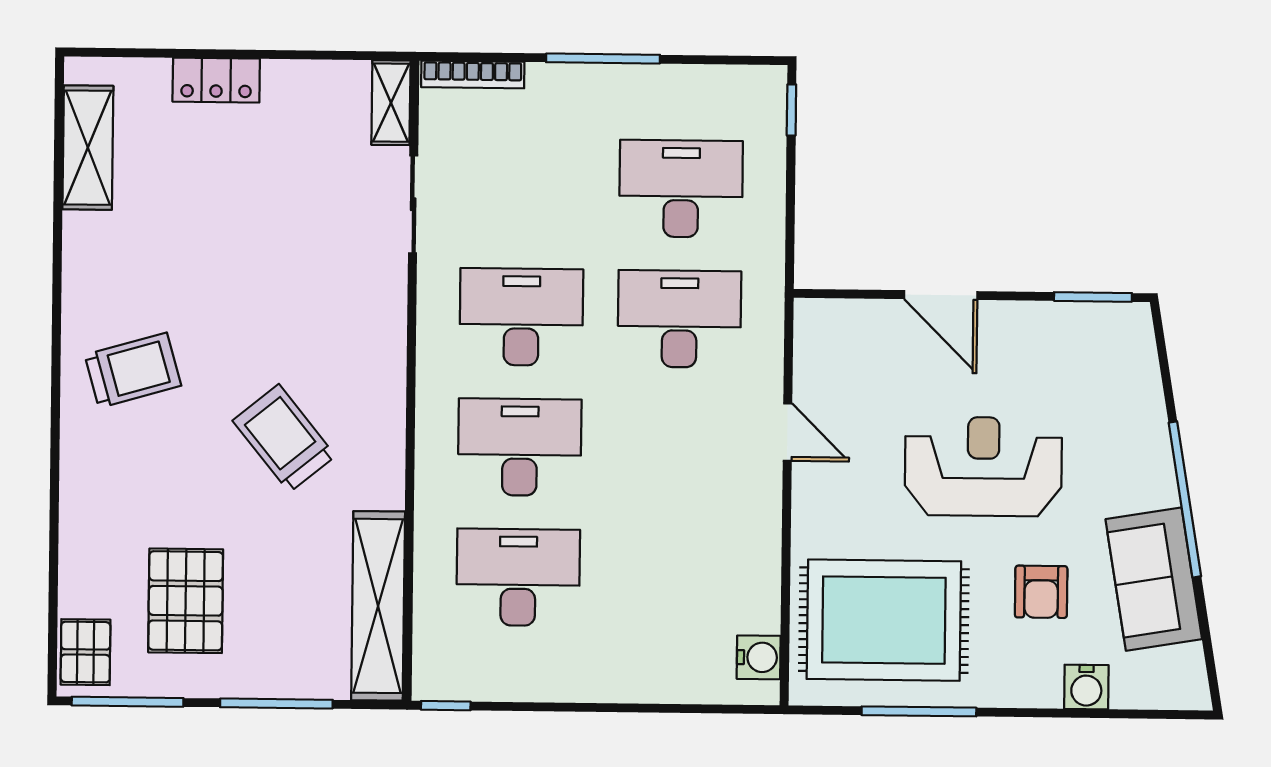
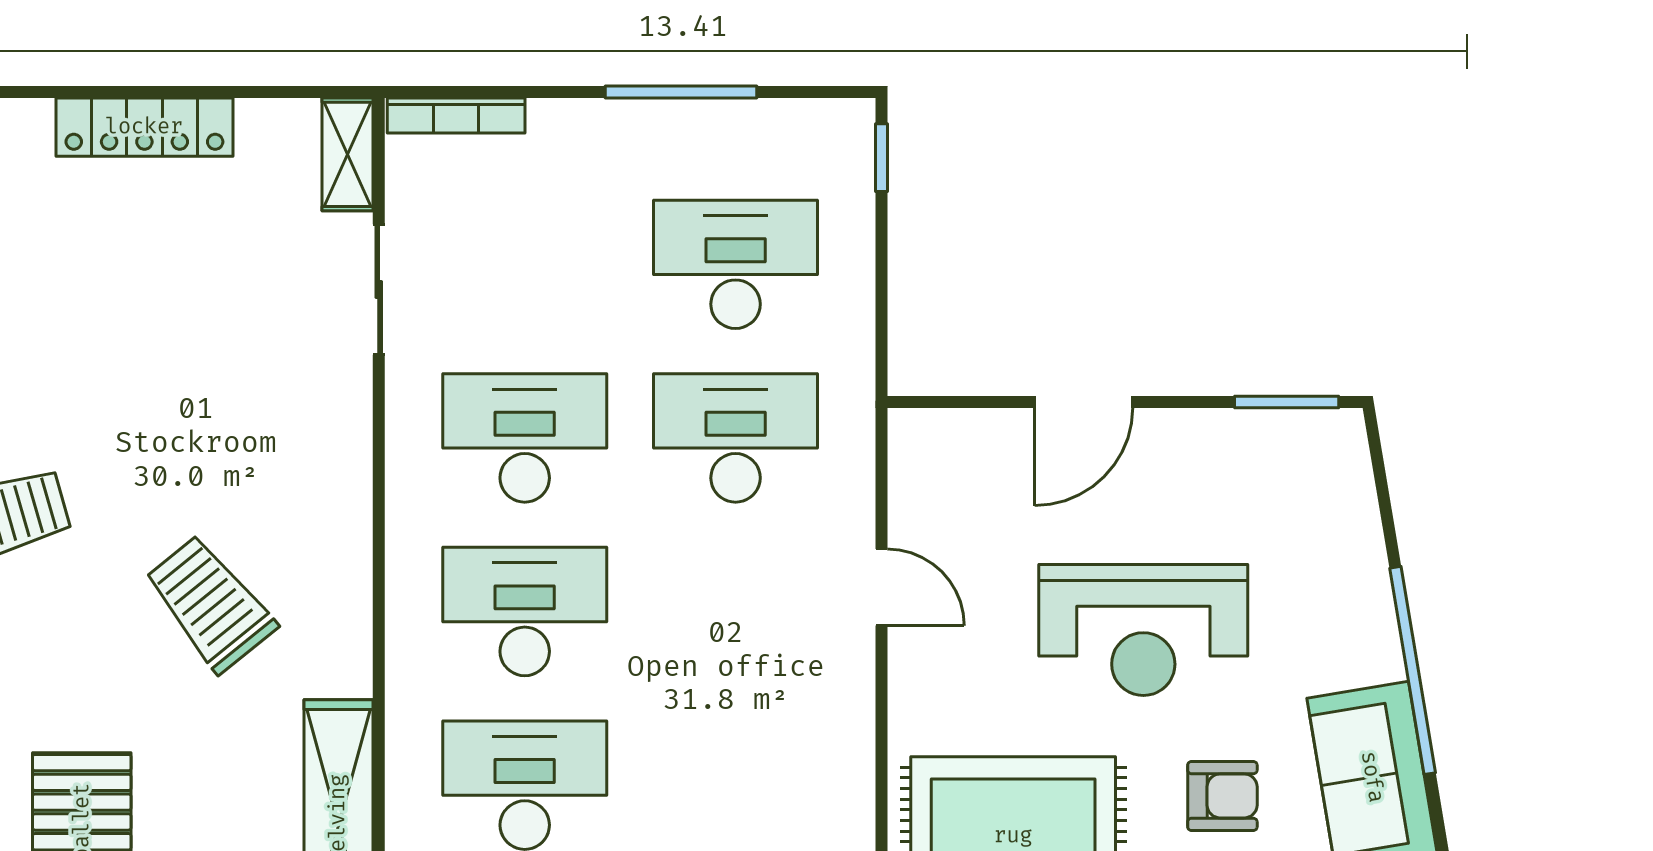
window: (603, 59) -> (681, 92), moved
locker: (216, 80) -> (144, 127), width x1.53
door: (941, 295) -> (1084, 402), hinge flipped
reception desk: (983, 467) -> (1143, 630), turned 180
armchair: (1041, 592) -> (1222, 796), turned -90

